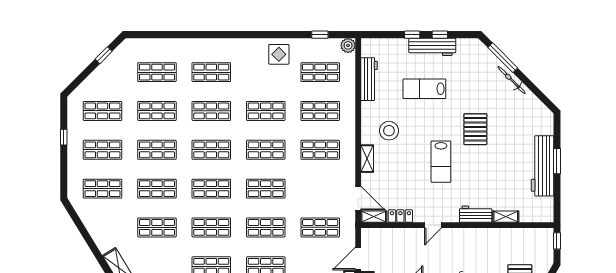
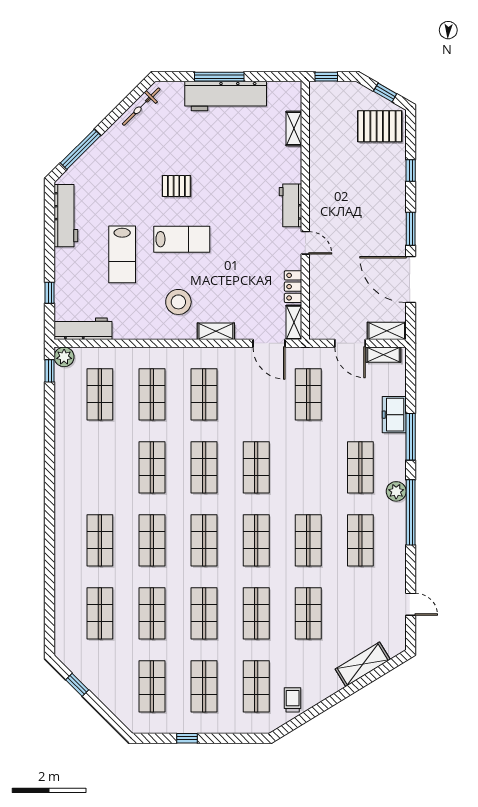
window: (320, 35) -> (50, 371), moved
window: (412, 35) -> (50, 293), moved
window: (440, 35) -> (50, 234), removed
workbench: (432, 47) -> (66, 216), moved
display table: (279, 54) -> (76, 450), removed
workbench: (369, 79) -> (83, 329), moved
bicycle: (512, 80) -> (141, 107), moved
pallet: (475, 129) -> (176, 186), width x0.67, depth x0.71
window: (557, 161) -> (219, 77), width x1.44
lab bench: (441, 162) -> (182, 239), moved
door: (358, 198) -> (269, 343), swing flipped
workbench: (476, 214) -> (290, 205), moved
trolley: (92, 216) -> (293, 700), added
shelving: (506, 217) -> (294, 128), moved
shop shelf: (266, 227) -> (308, 467), removed

